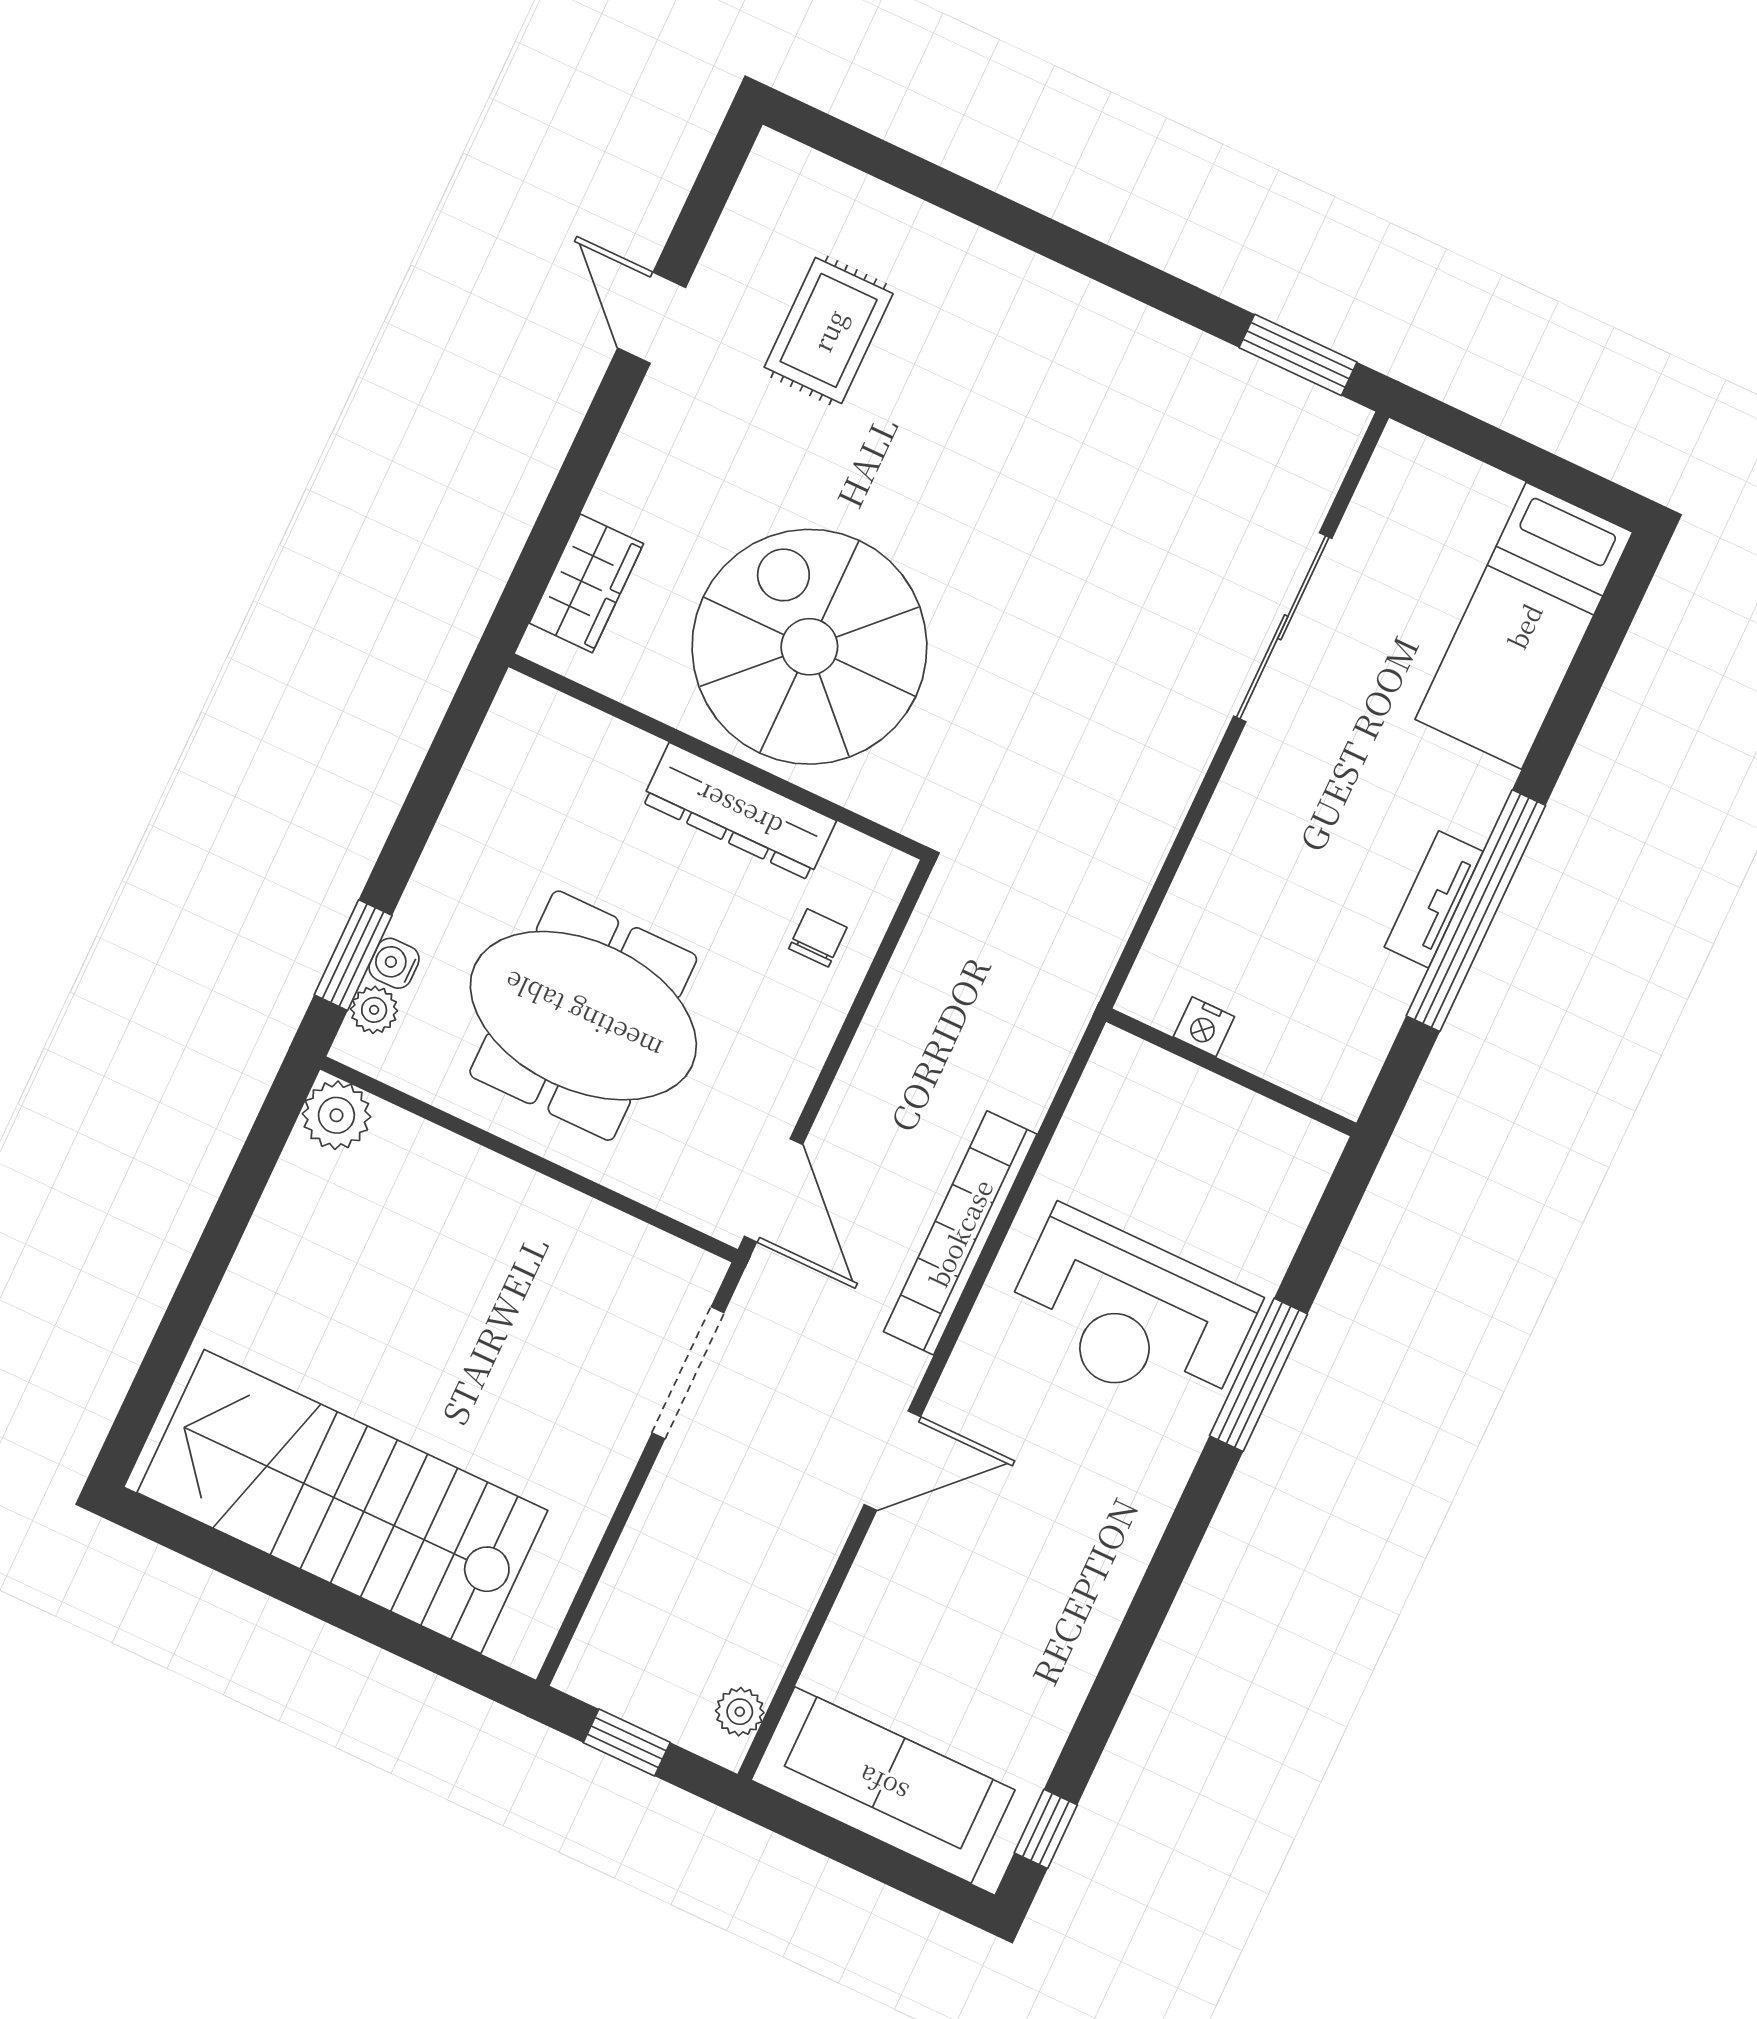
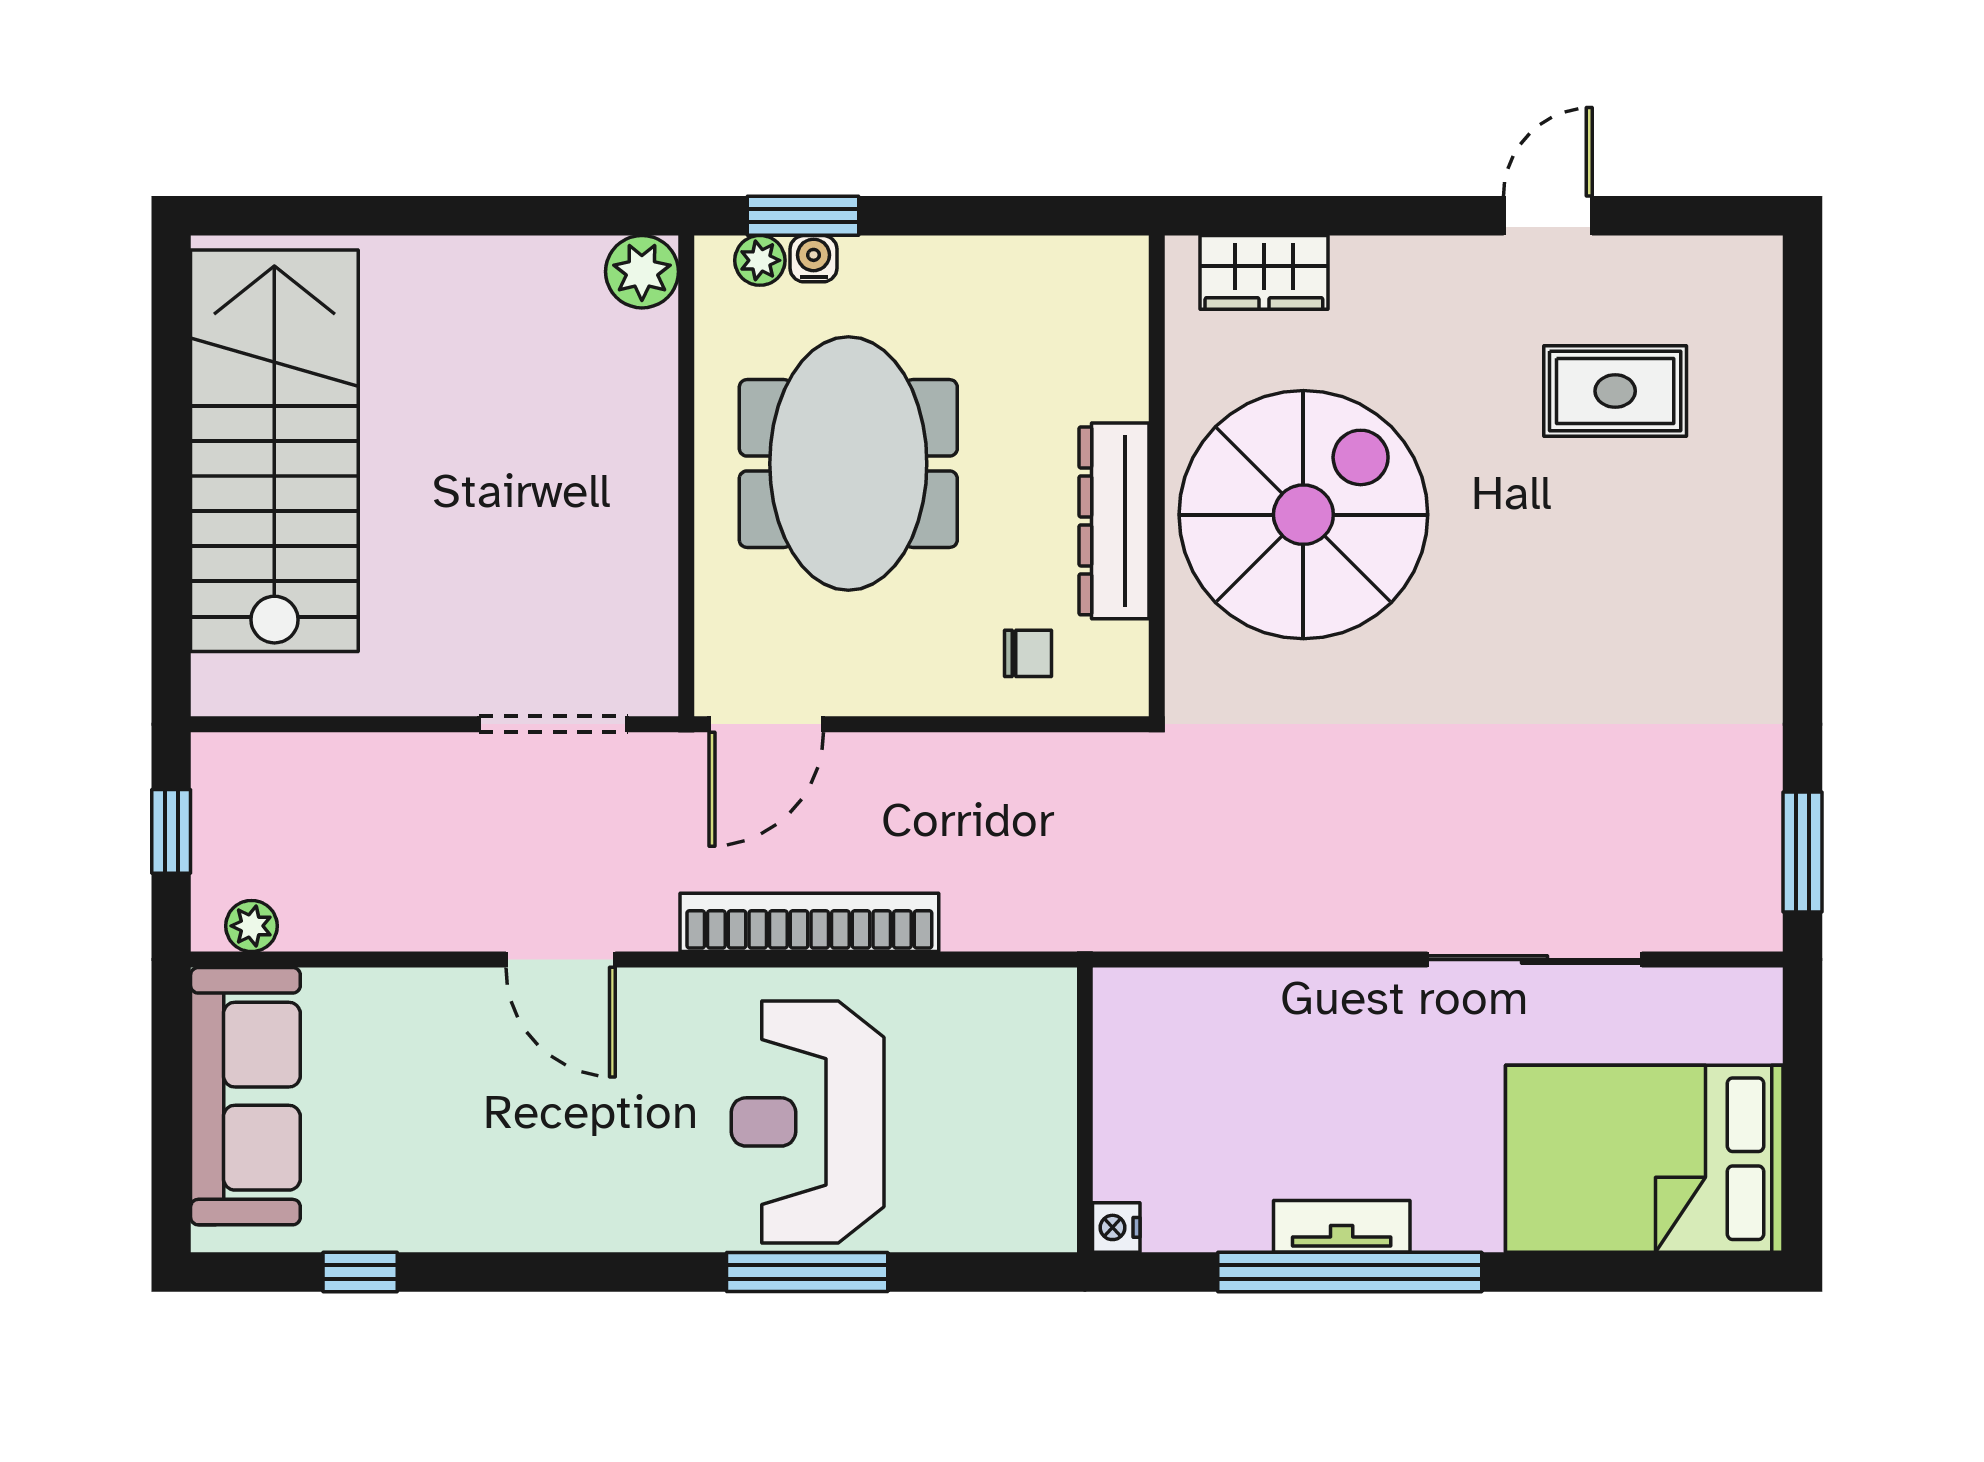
bed: (1524, 626) -> (1644, 1159), width x1.50
nightstand: (1204, 1027) -> (1116, 1227), moved
window: (1046, 1829) -> (360, 1272), moved

